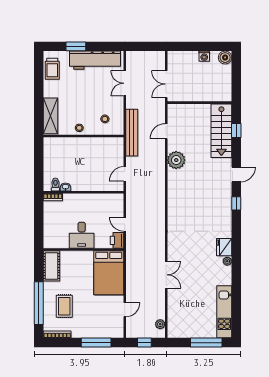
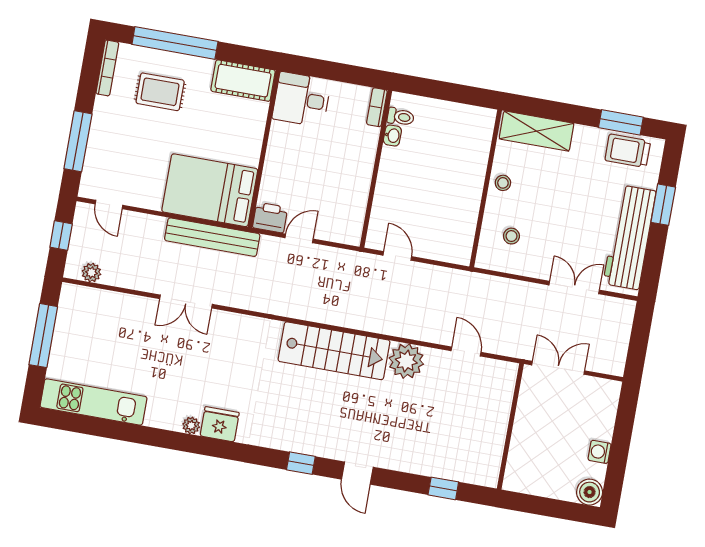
window: (39, 75) -> (621, 122), added
stairs: (221, 131) -> (334, 351), moved, turned 180
bench: (132, 133) -> (212, 237), moved
desk: (82, 235) -> (302, 99), moved
door: (125, 310) -> (109, 205), moved
window: (206, 343) -> (43, 336), moved

